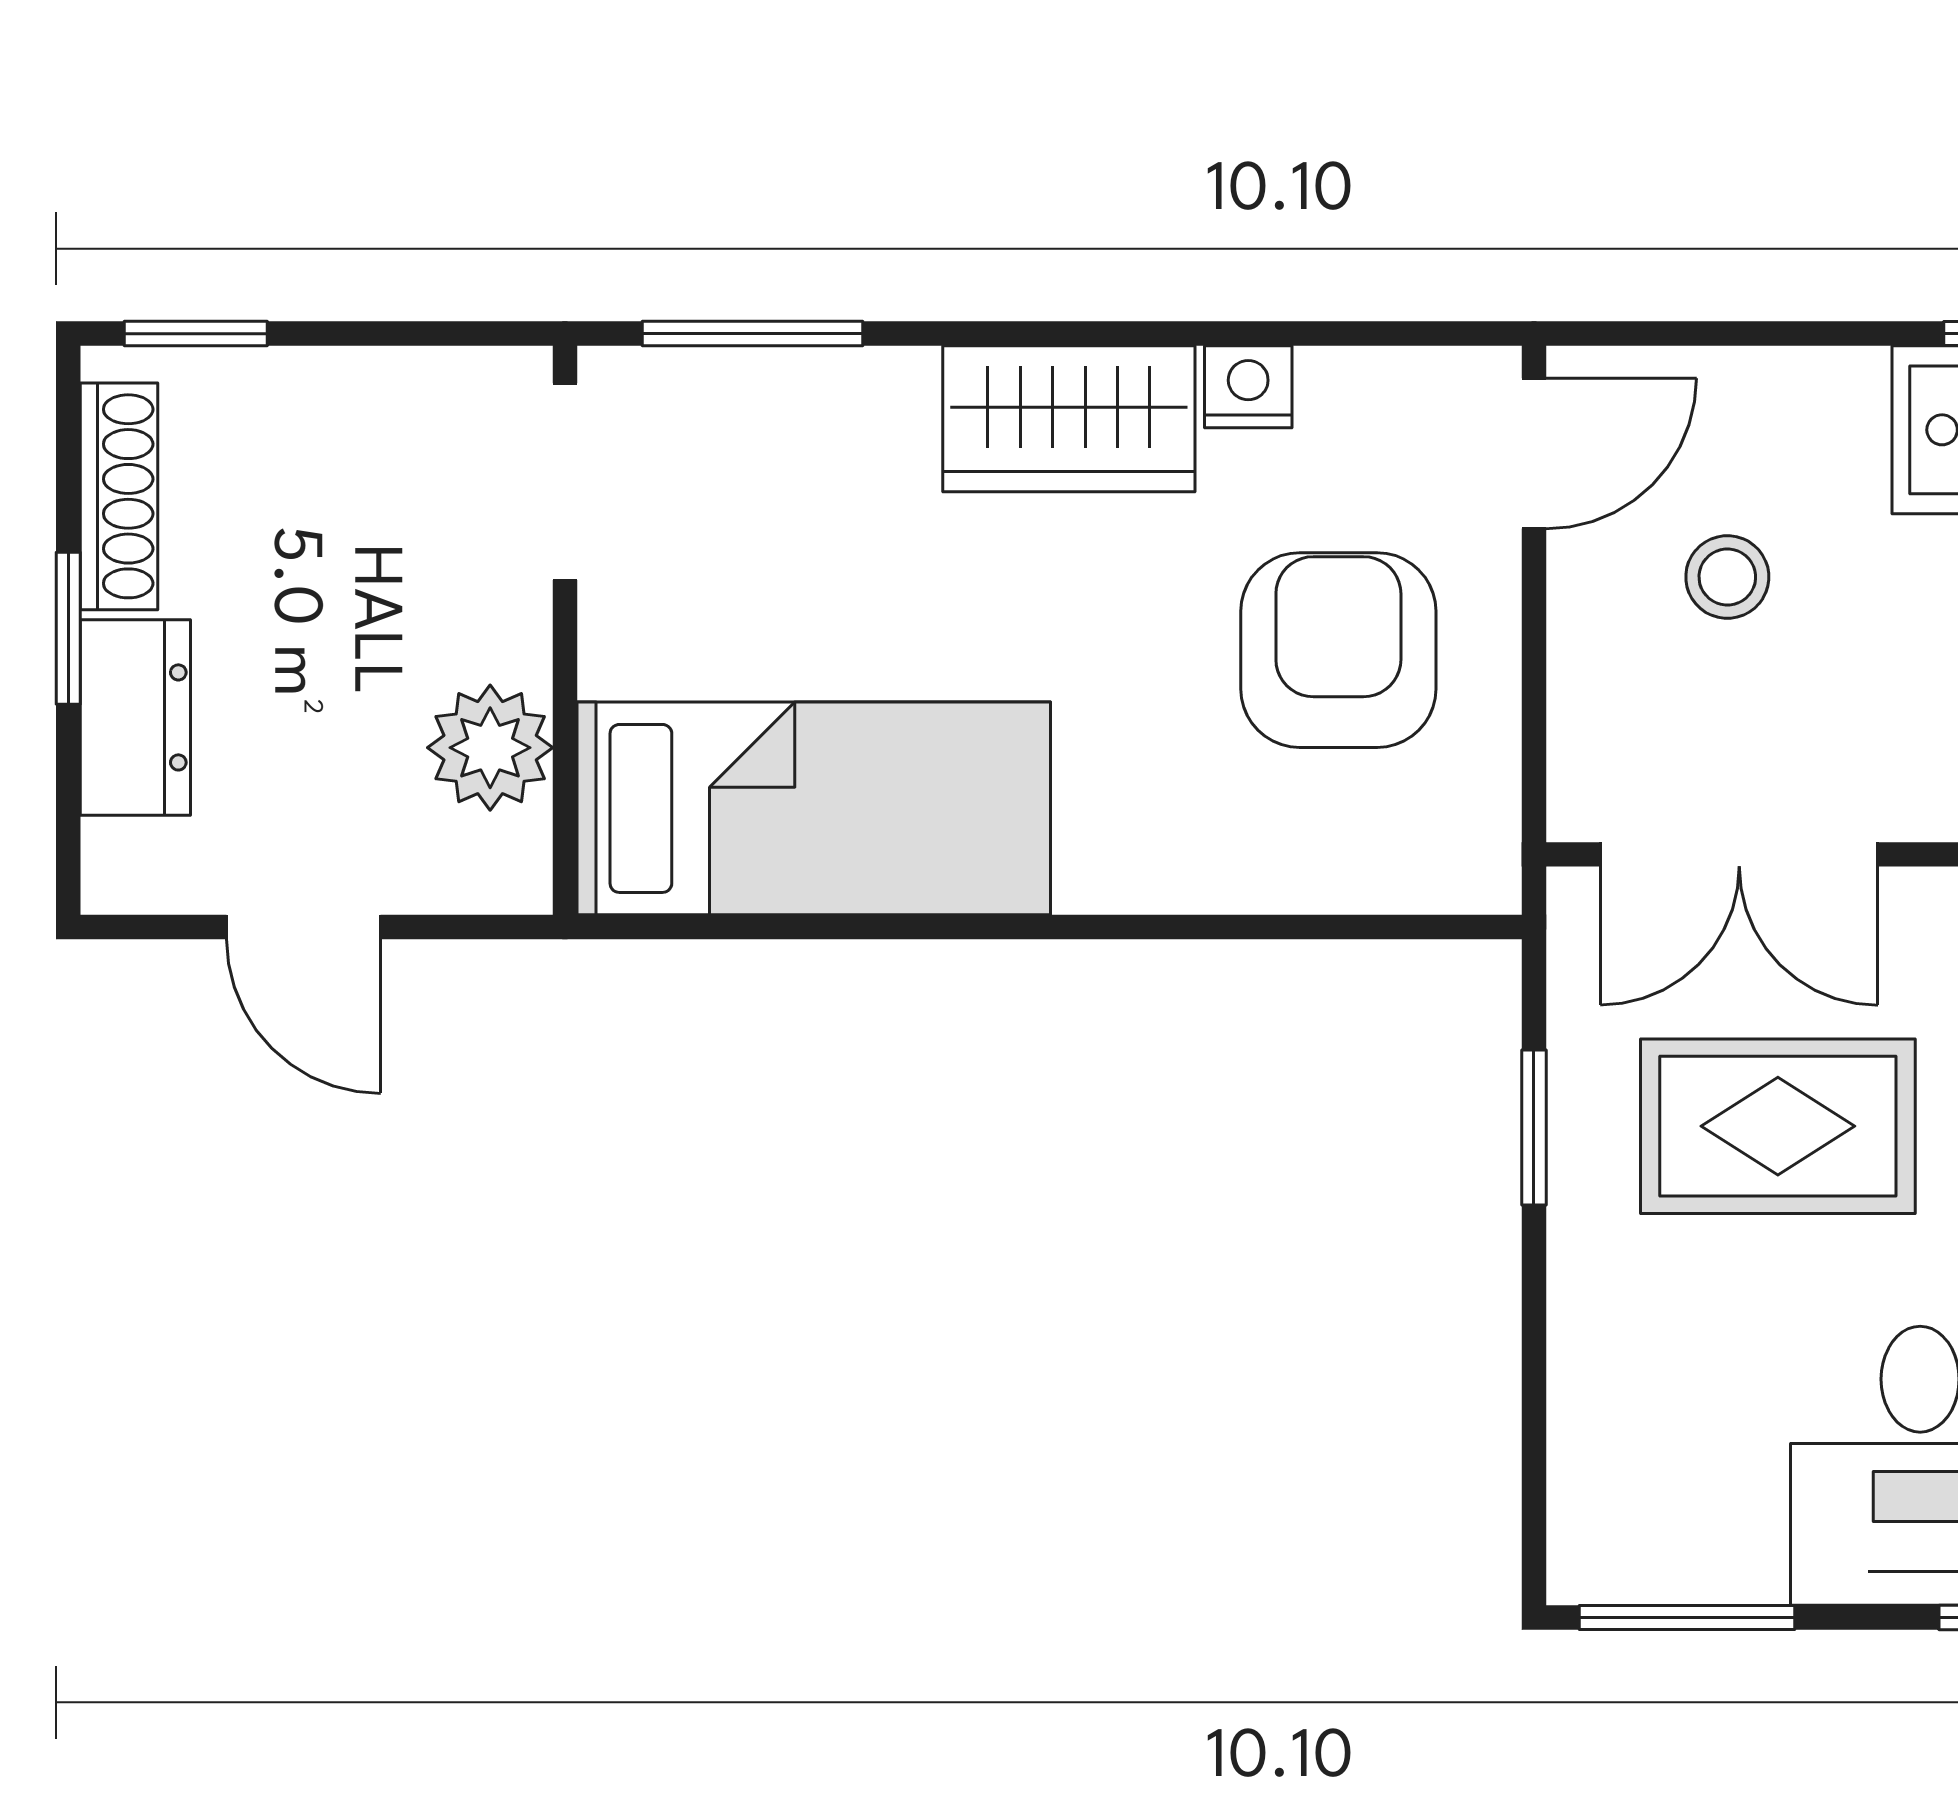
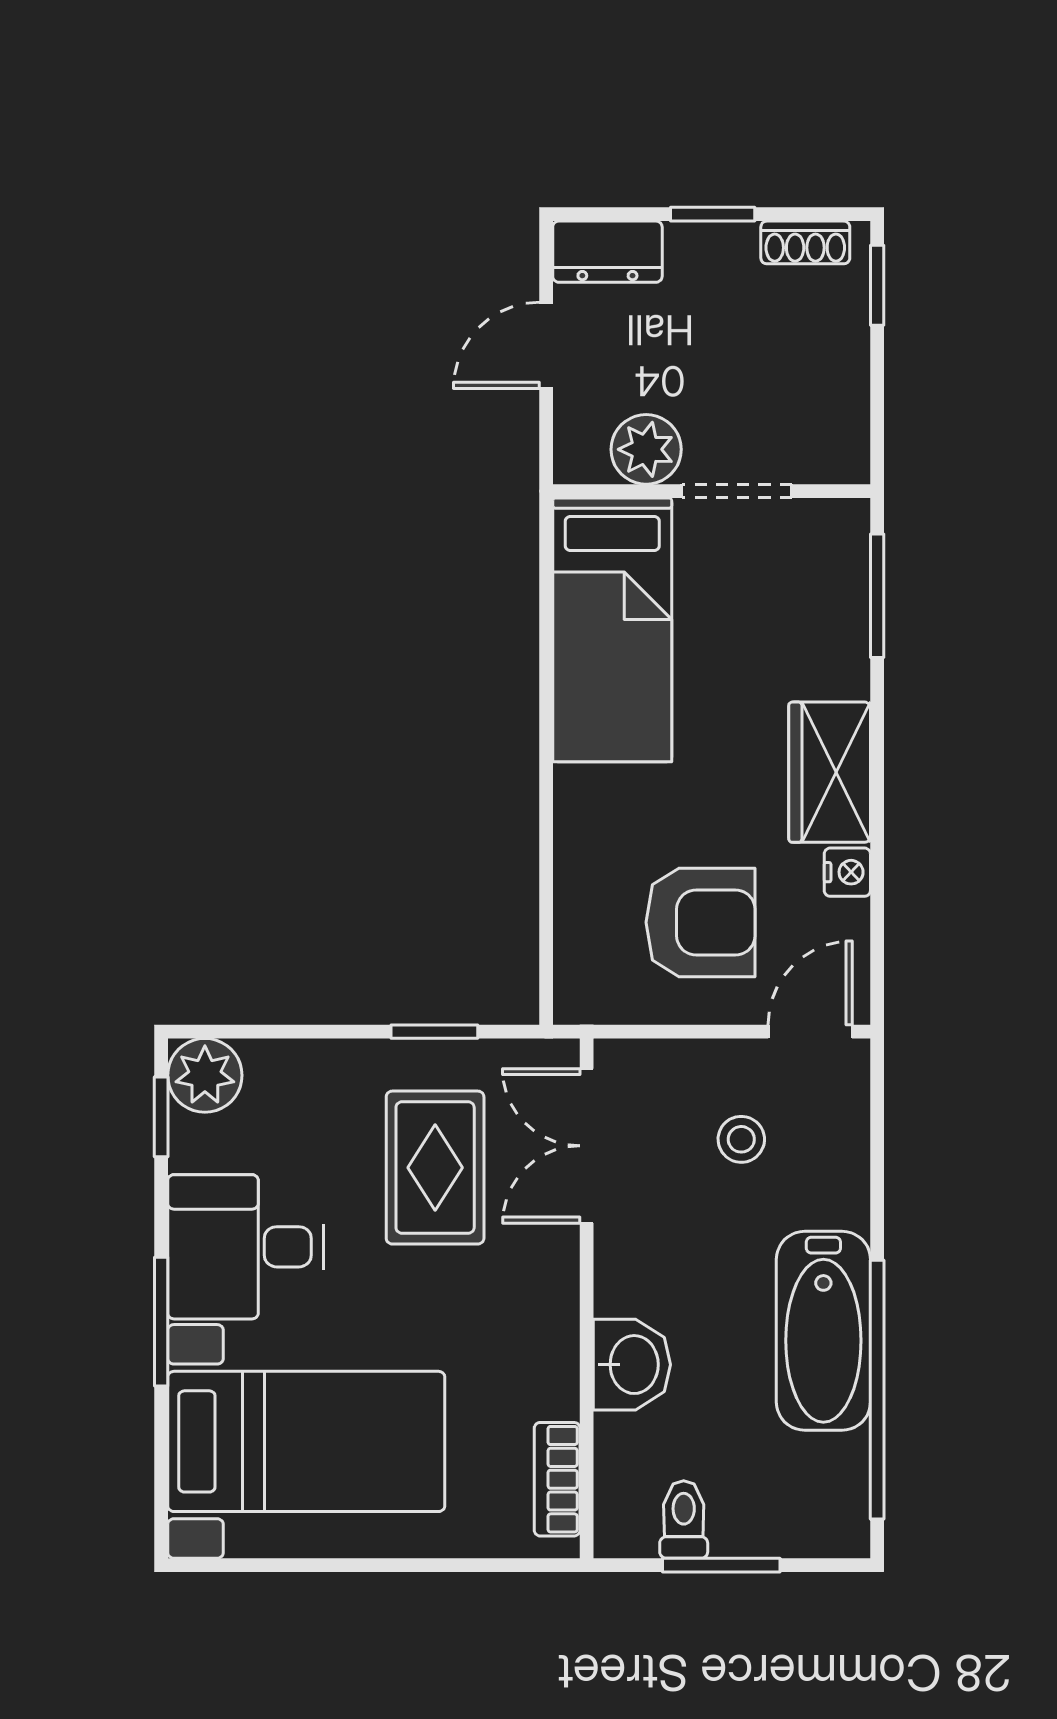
door: (1534, 453) -> (810, 1032), swing flipped
doorway: (565, 482) -> (737, 491), moved
shoe rack: (119, 496) -> (805, 242), width x0.70
dresser: (135, 717) -> (607, 252), moved
plant: (1613, 1539) -> (205, 1075), added
window: (1687, 1618) -> (161, 1117), width x0.67

